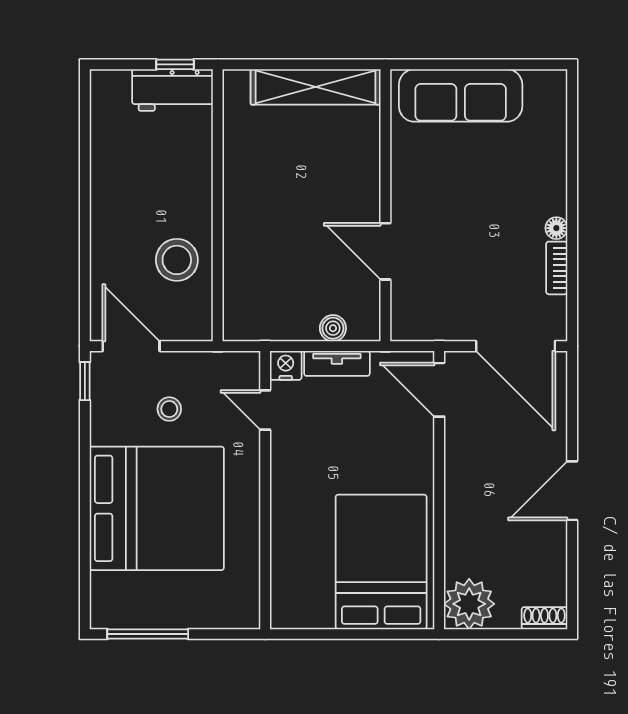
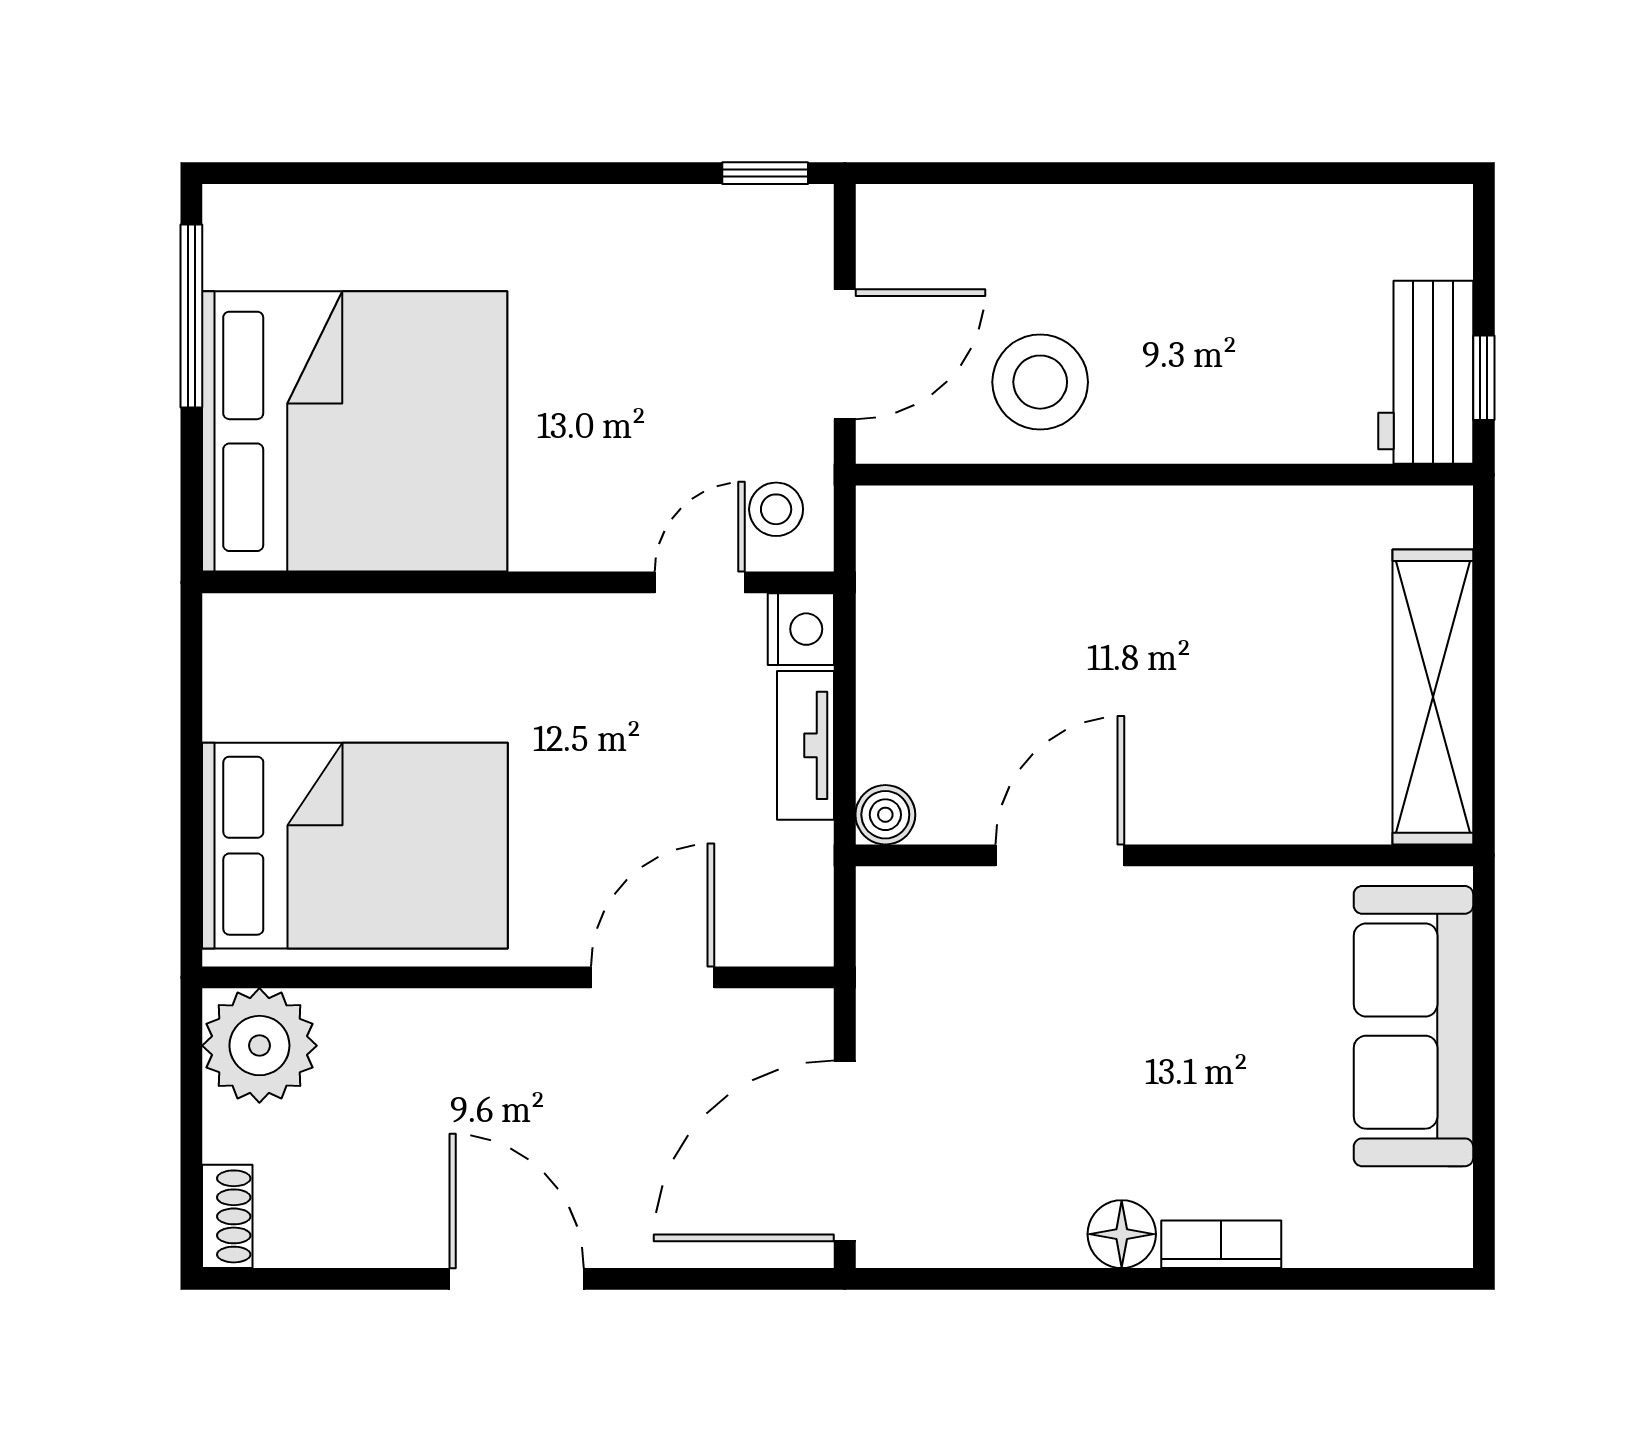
floor lamp: (556, 228) -> (1122, 1234), width x1.37, depth x1.37
bookcase: (557, 268) -> (1221, 1244), moved
boiler: (333, 328) -> (885, 815), moved
door: (131, 346) -> (845, 354), moved
door: (439, 390) -> (653, 977), moved
stool: (169, 409) -> (776, 509), moved
bed: (157, 508) -> (355, 431), moved, turned -90

